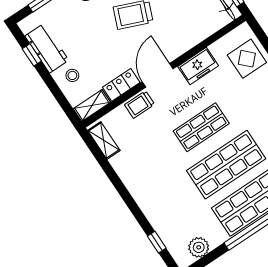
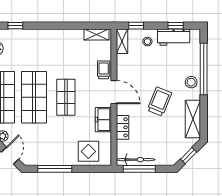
locker: (121, 85) -> (123, 127), moved
window: (63, 101) -> (136, 26), added

